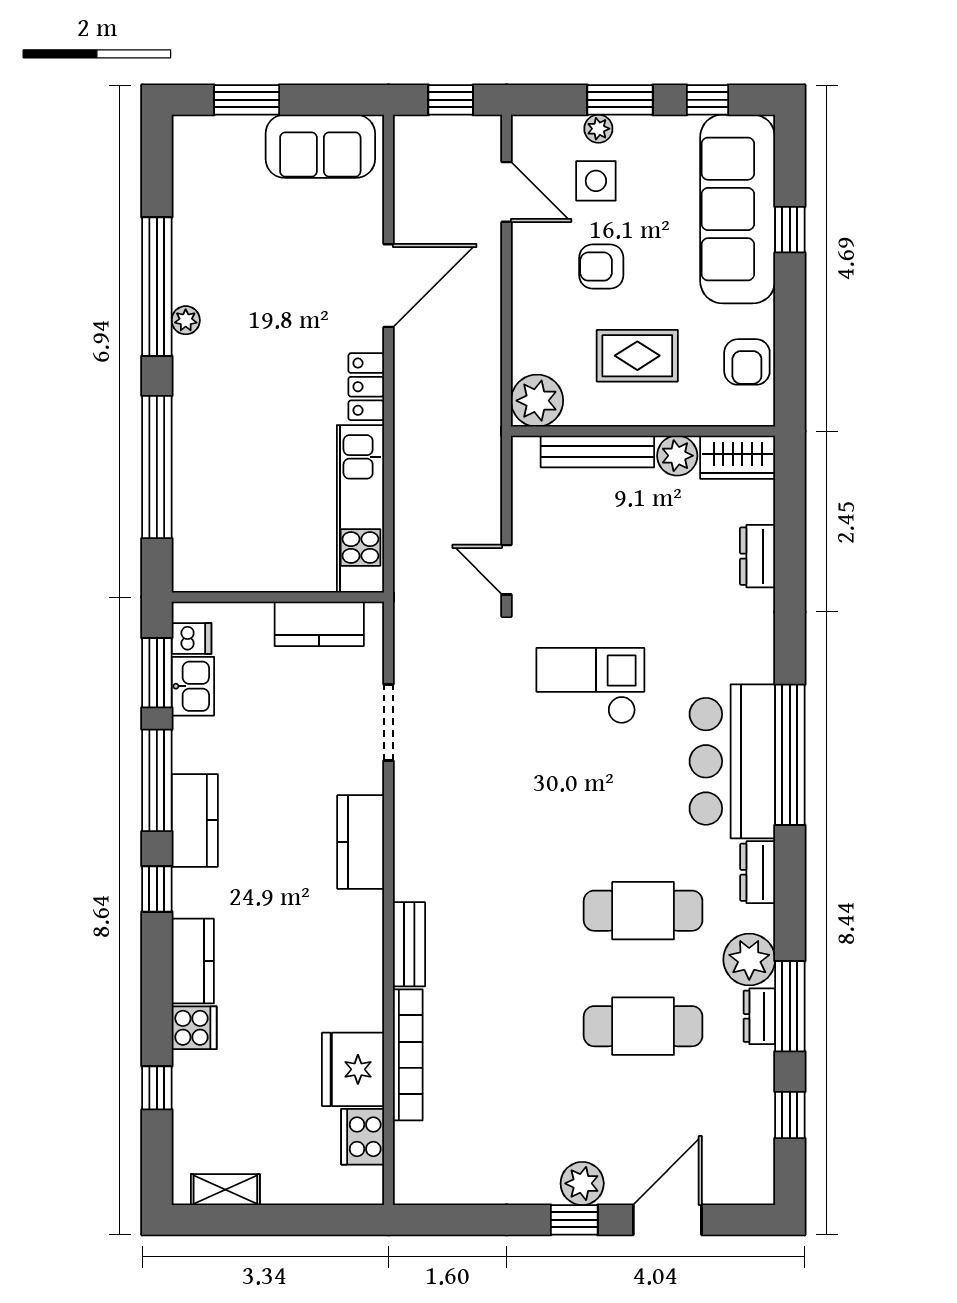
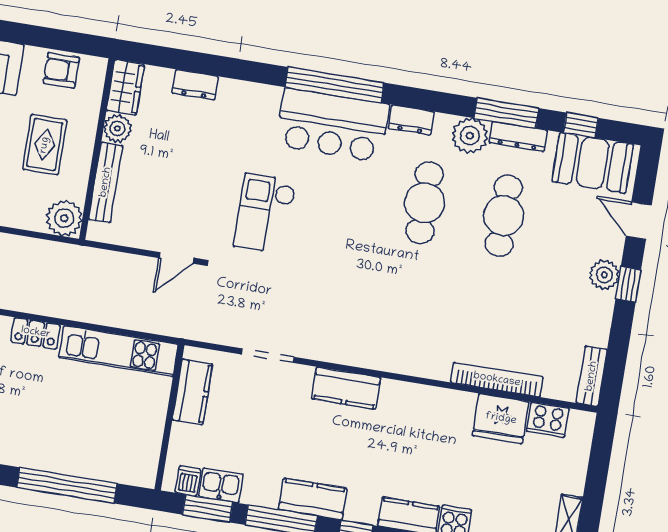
armchair: (747, 362) -> (61, 70), turned 180
bench: (409, 944) -> (592, 376), moved, turned 90
dresser: (759, 1016) -> (518, 136), width x1.44
booth: (739, 1141) -> (593, 163), added
door: (667, 1220) -> (639, 221), width x0.73

